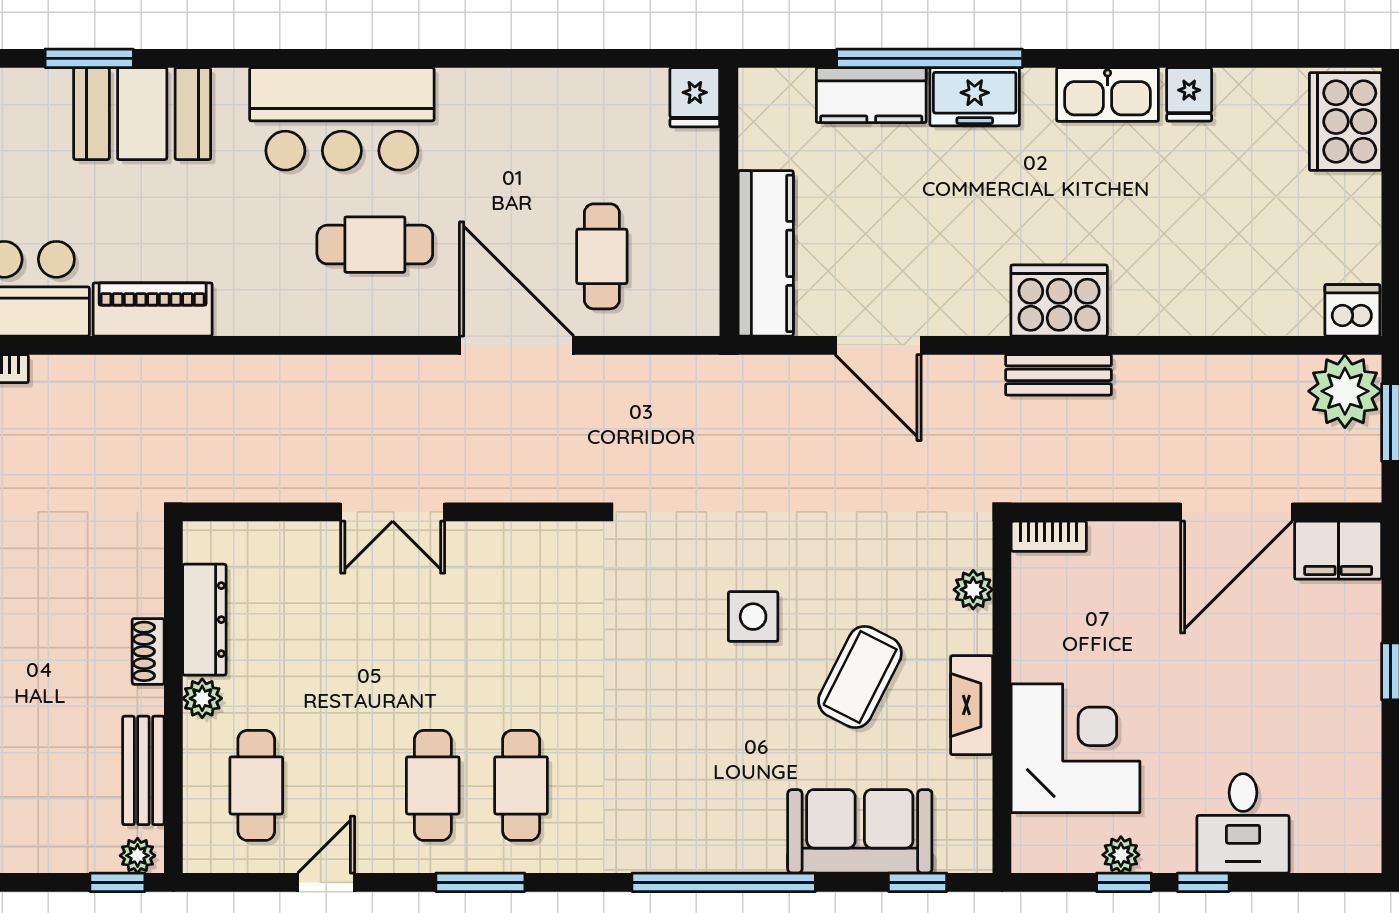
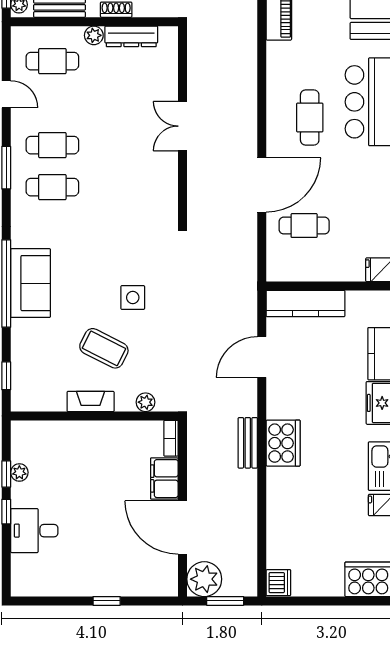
plant: (1345, 391) -> (204, 579), moved
filing cabinet: (1338, 550) -> (164, 479), moved
corner desk: (1076, 748) -> (70, 451), removed
sofa: (860, 831) -> (31, 283), moved

